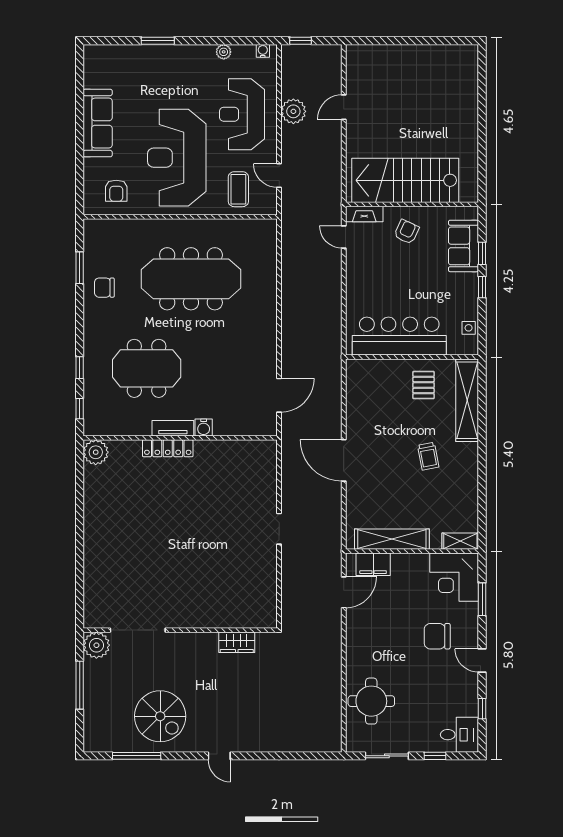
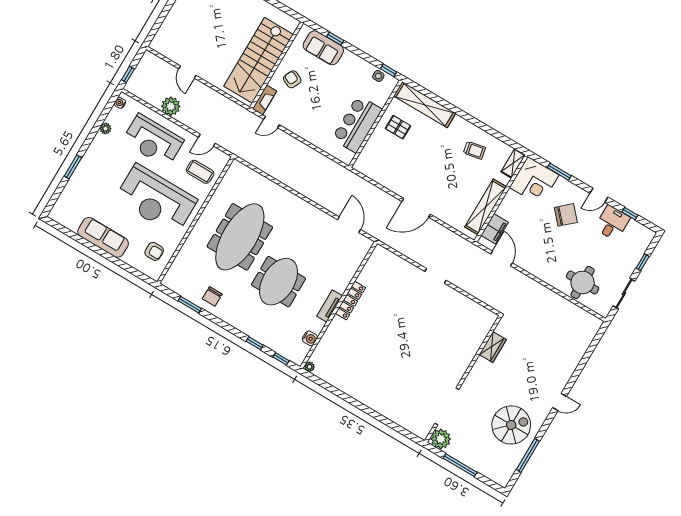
window: (482, 287) -> (388, 70), moved
bar counter: (399, 336) -> (357, 124), width x0.73
meeting table: (147, 368) -> (278, 282), moved
water cooler: (204, 428) -> (310, 338), moved
locker: (168, 448) -> (350, 301), moved
plant: (96, 452) -> (309, 367), width x0.53, depth x0.53
trolley: (428, 456) -> (474, 150), moved
chair: (437, 636) -> (566, 215), turned -132
desk: (459, 735) -> (612, 223), moved

